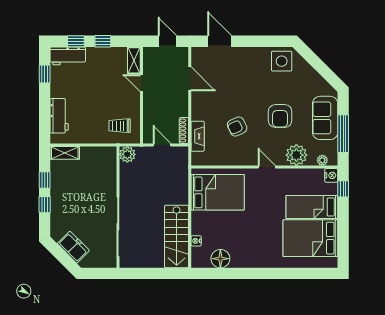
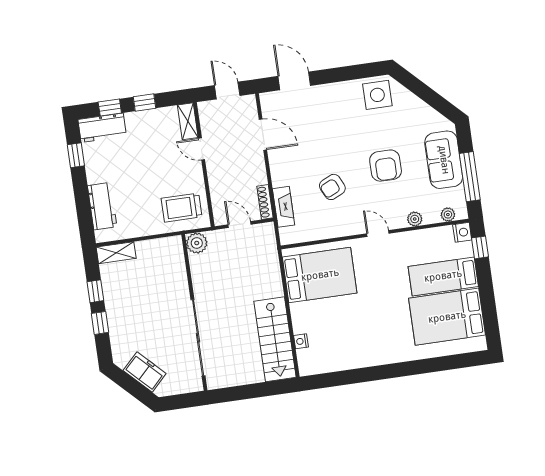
trolley: (120, 126) -> (182, 208), width x1.36, depth x1.39
plant: (296, 155) -> (415, 219), width x0.53, depth x0.53
floor lamp: (220, 259) -> (335, 360), removed

